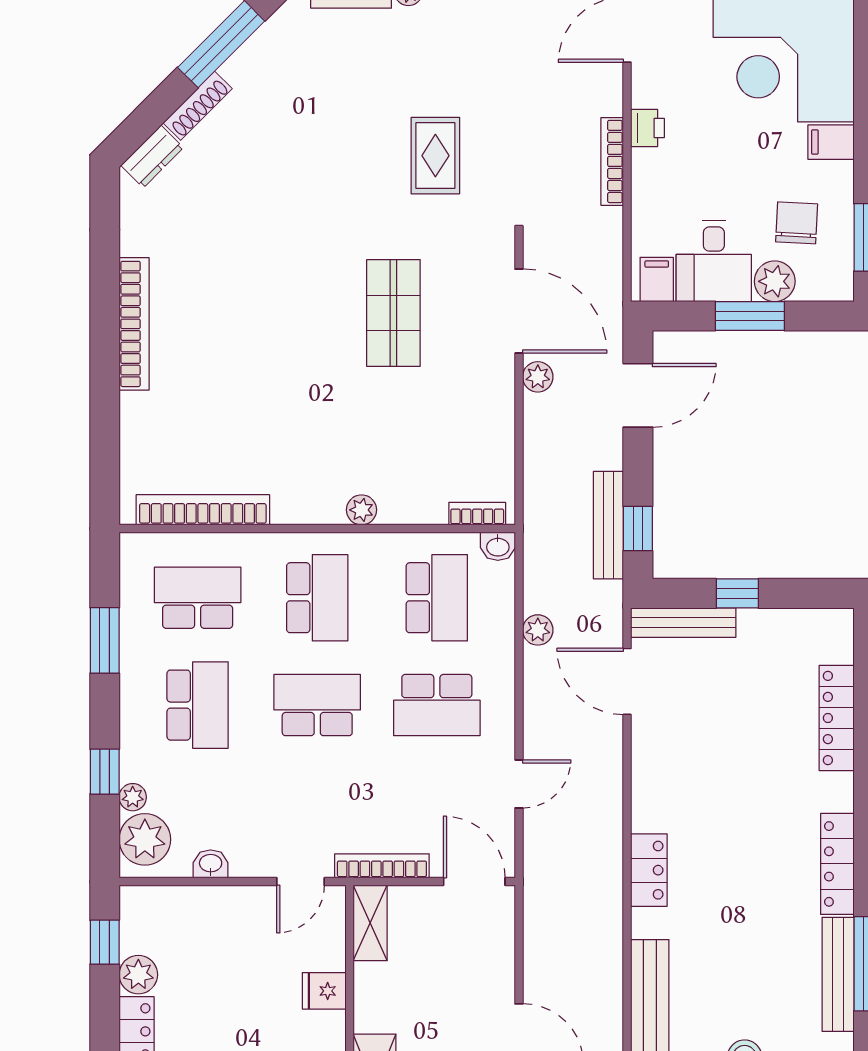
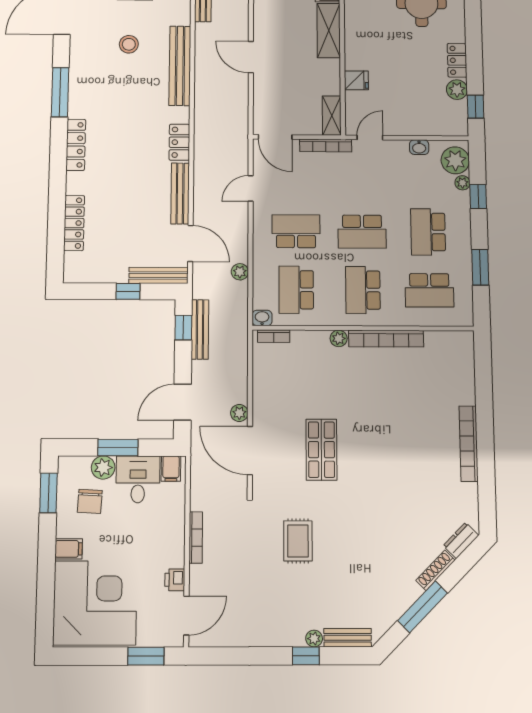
printer: (648, 128) -> (175, 580), moved
bookcase: (203, 510) -> (386, 339), moved
bench: (838, 974) -> (180, 193), moved

